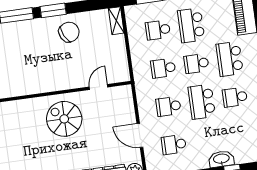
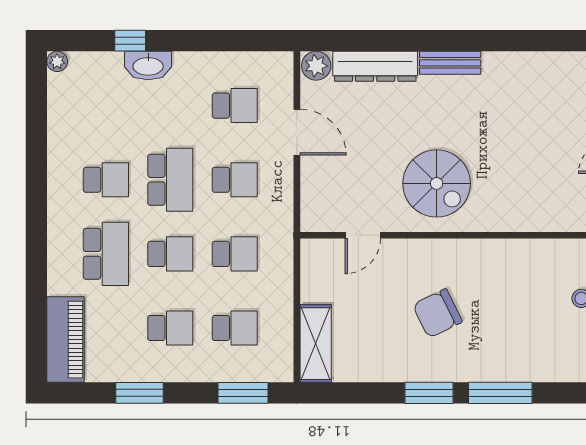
shelving: (116, 21) -> (316, 344), width x1.50, depth x1.33
school desk: (191, 25) -> (170, 328), width x0.54
chair: (69, 32) -> (437, 313), moved

